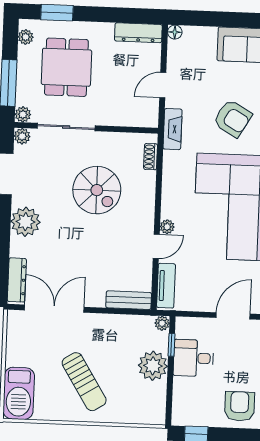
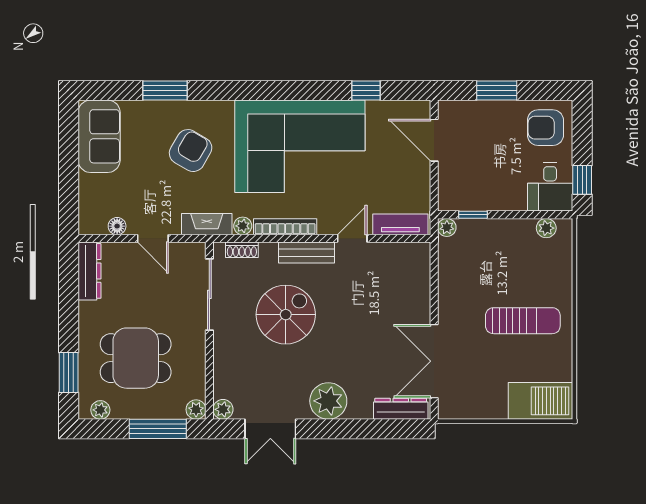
floor lamp: (175, 32) -> (117, 226), moved
sliding door: (66, 127) -> (209, 294), moved
bookcase: (168, 192) -> (285, 227), added
plant: (167, 227) -> (243, 226), moved
door: (156, 246) -> (352, 238), hinge flipped
bench: (129, 300) -> (306, 253), moved, turned 90
desk: (193, 358) -> (550, 187), moved
plant: (153, 366) -> (546, 228), moved, width x0.53, depth x0.53
sun lounger: (84, 382) -> (523, 321), turned 32

